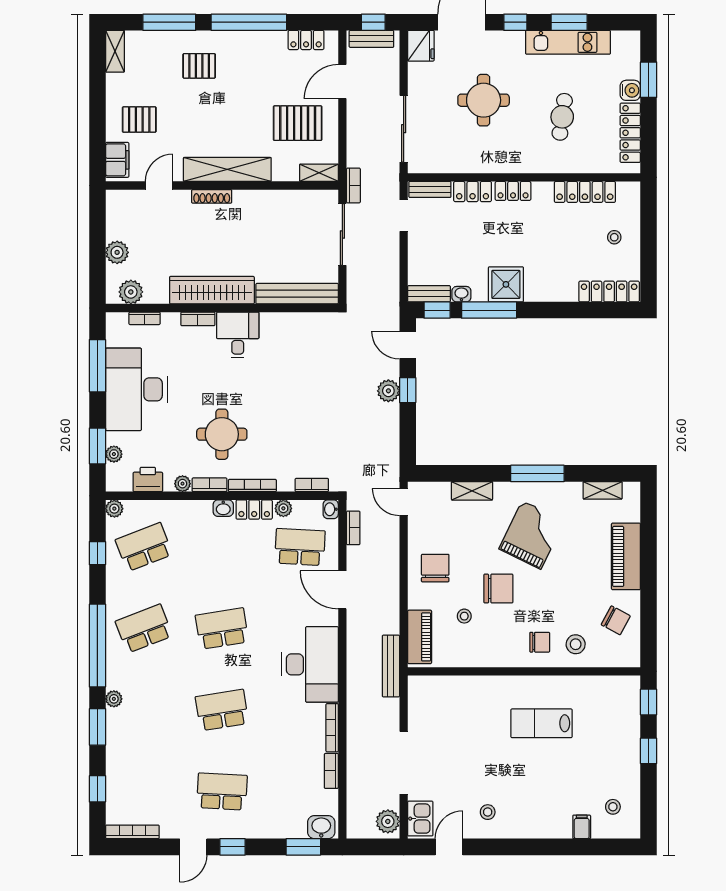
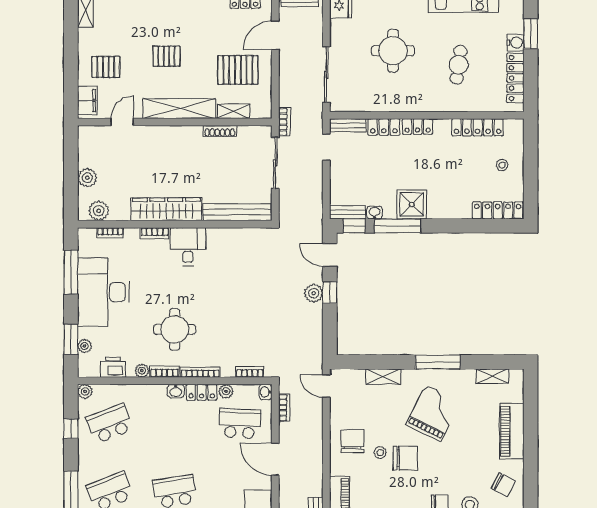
pallet: (199, 66) -> (166, 56), moved
shelving: (319, 173) -> (233, 111), moved
shoe rack: (212, 196) -> (220, 131), moved
stool: (464, 616) -> (380, 453), moved

